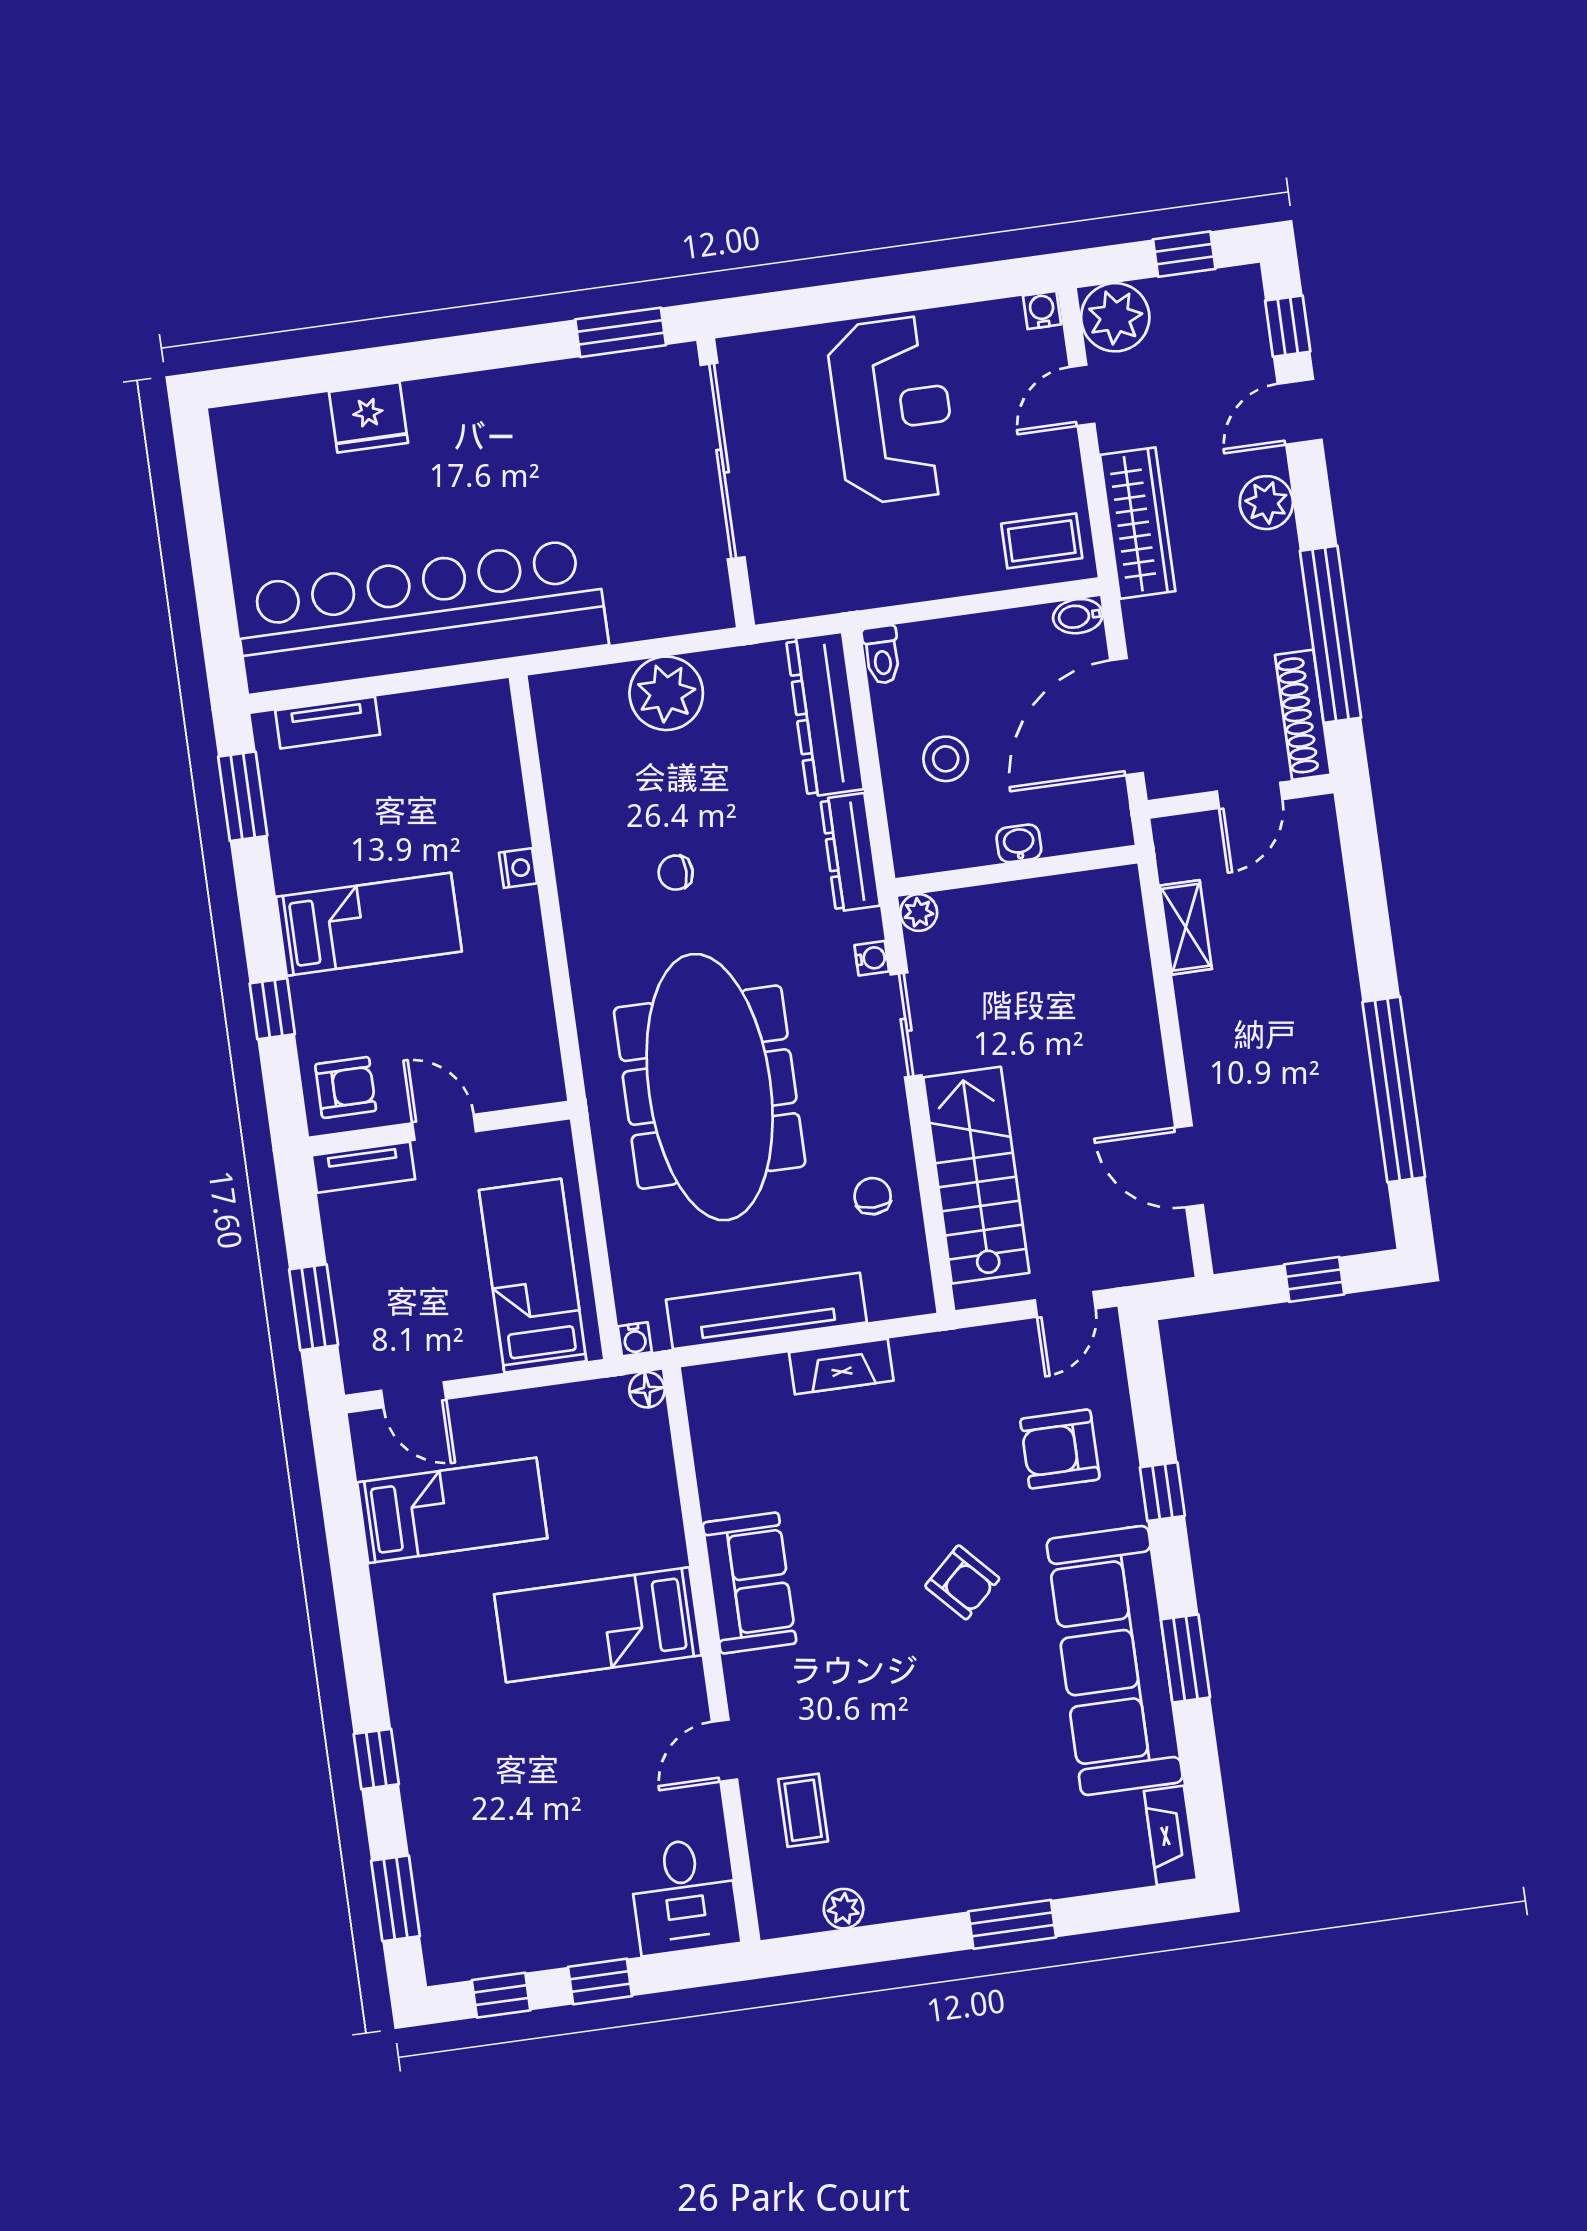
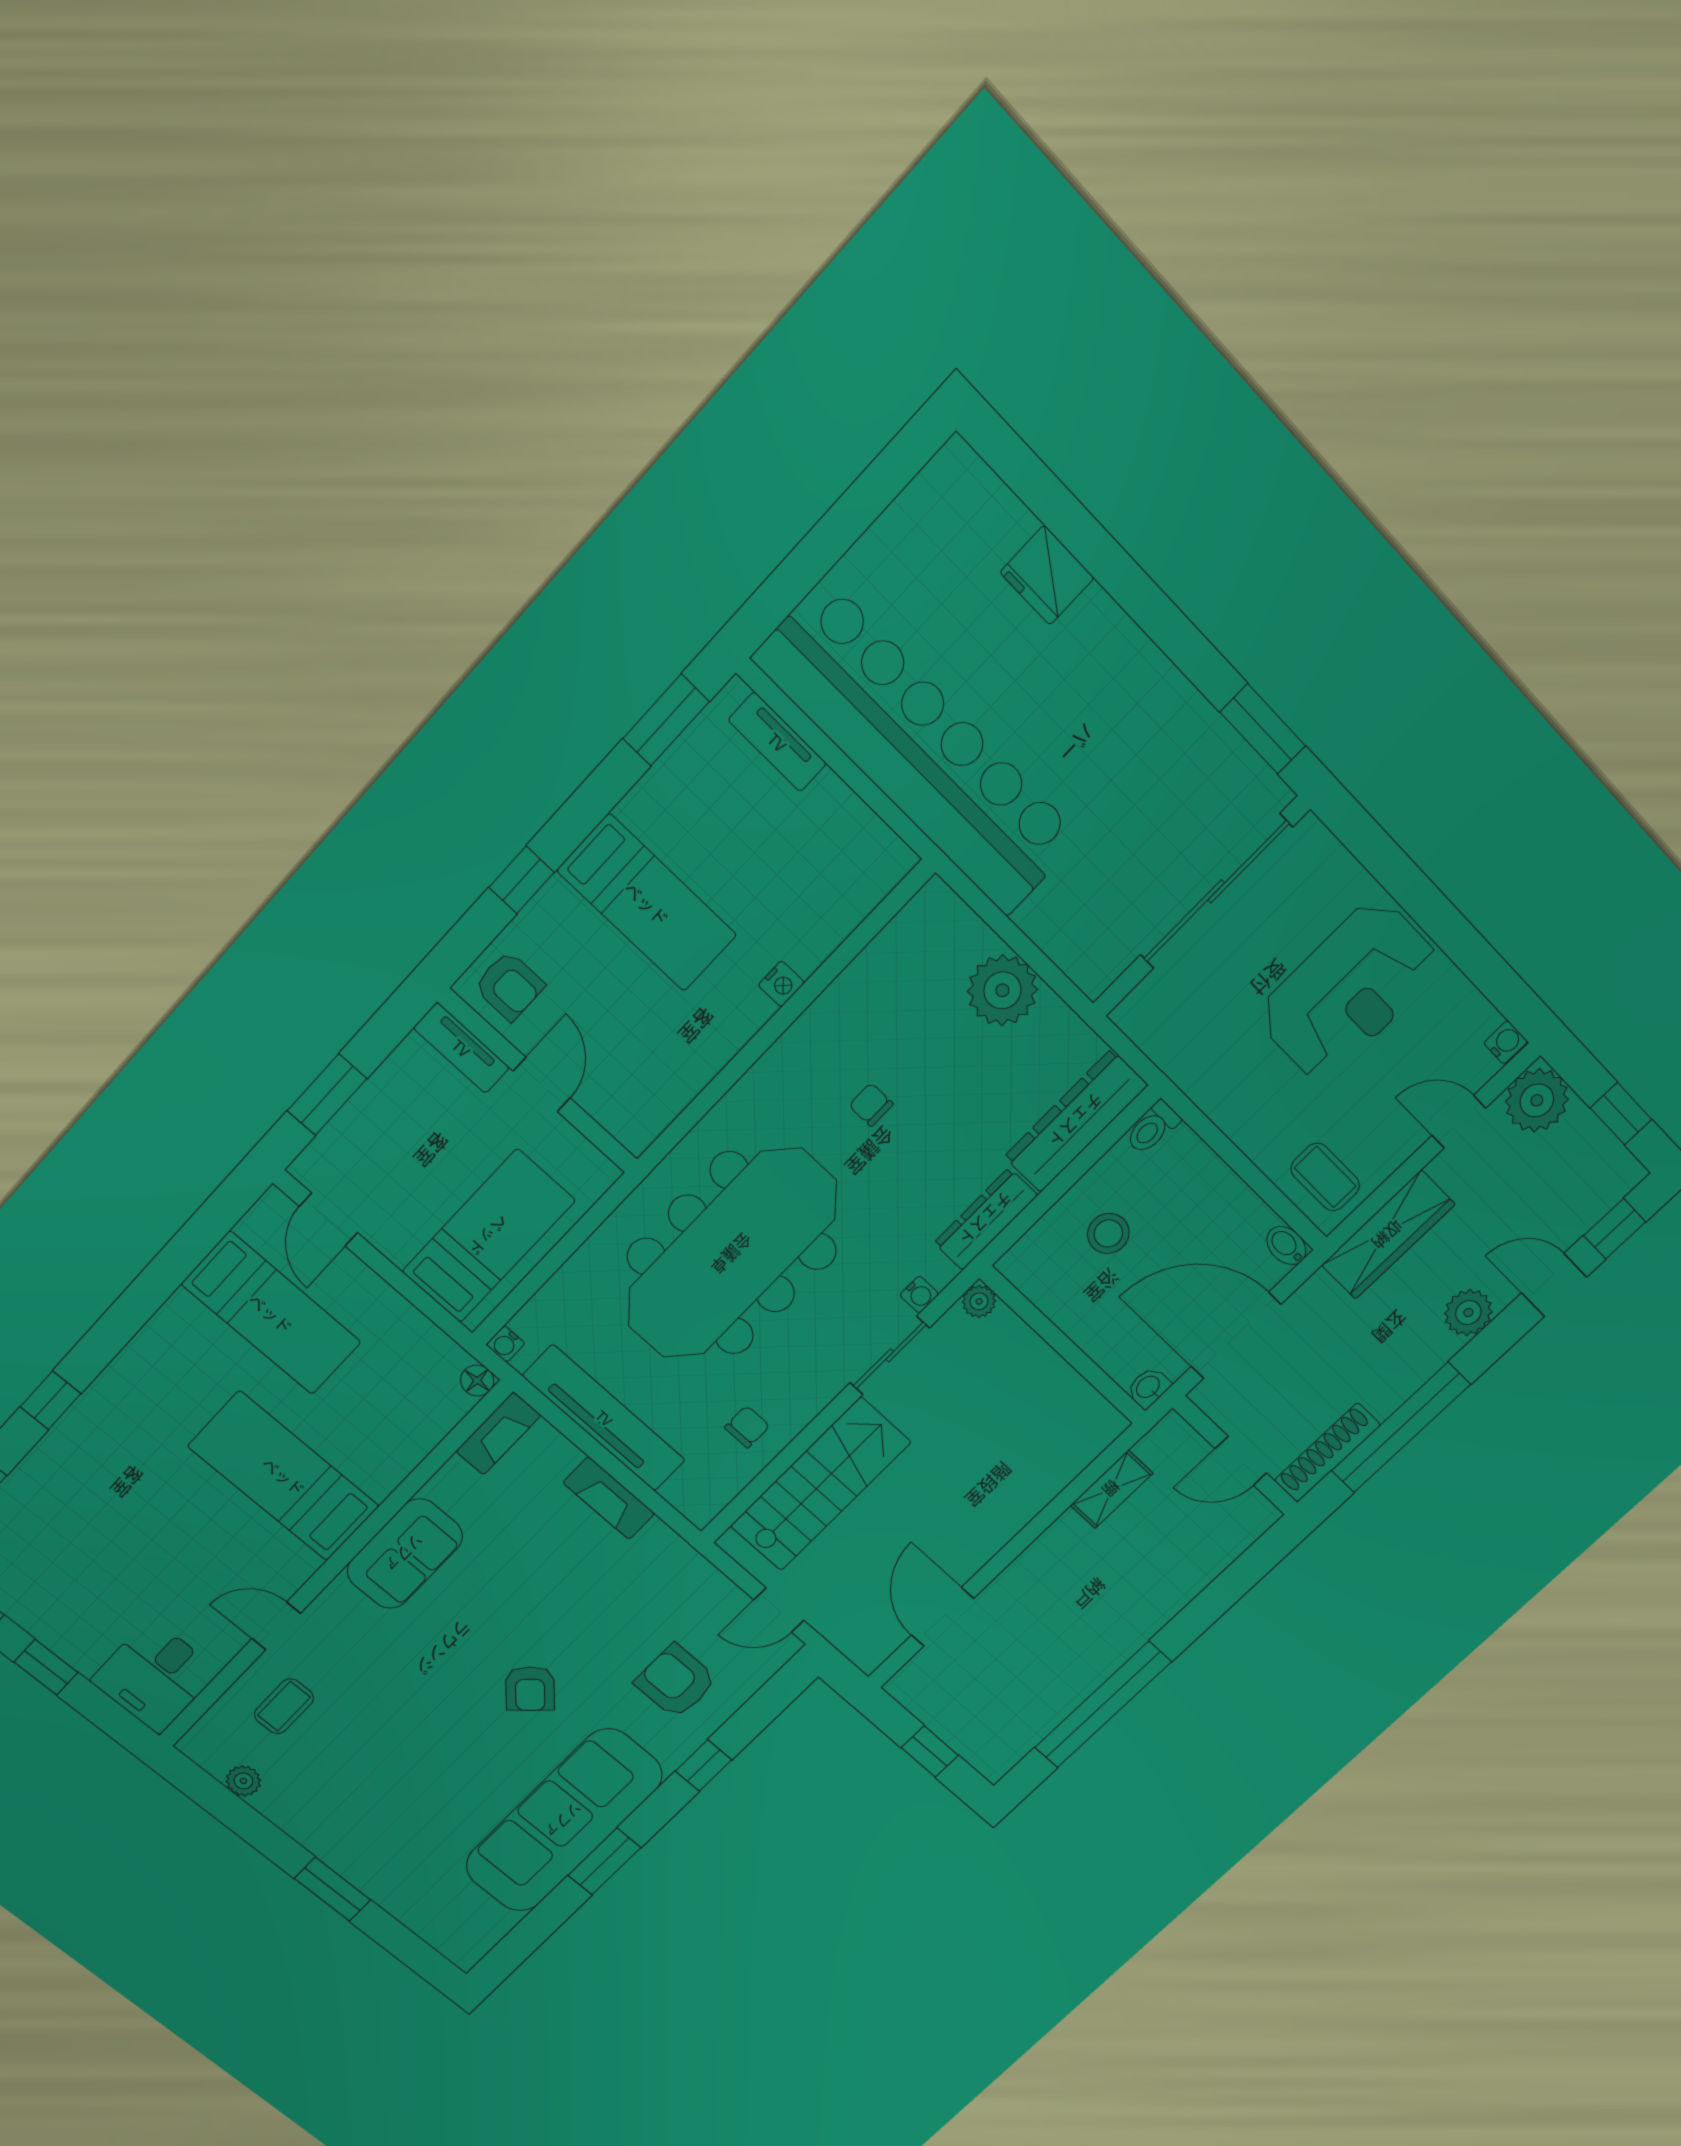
washbasin: (1019, 843) -> (1149, 1387), moved, turned -90
fireplace: (1170, 1835) -> (498, 1433), moved, turned 180

